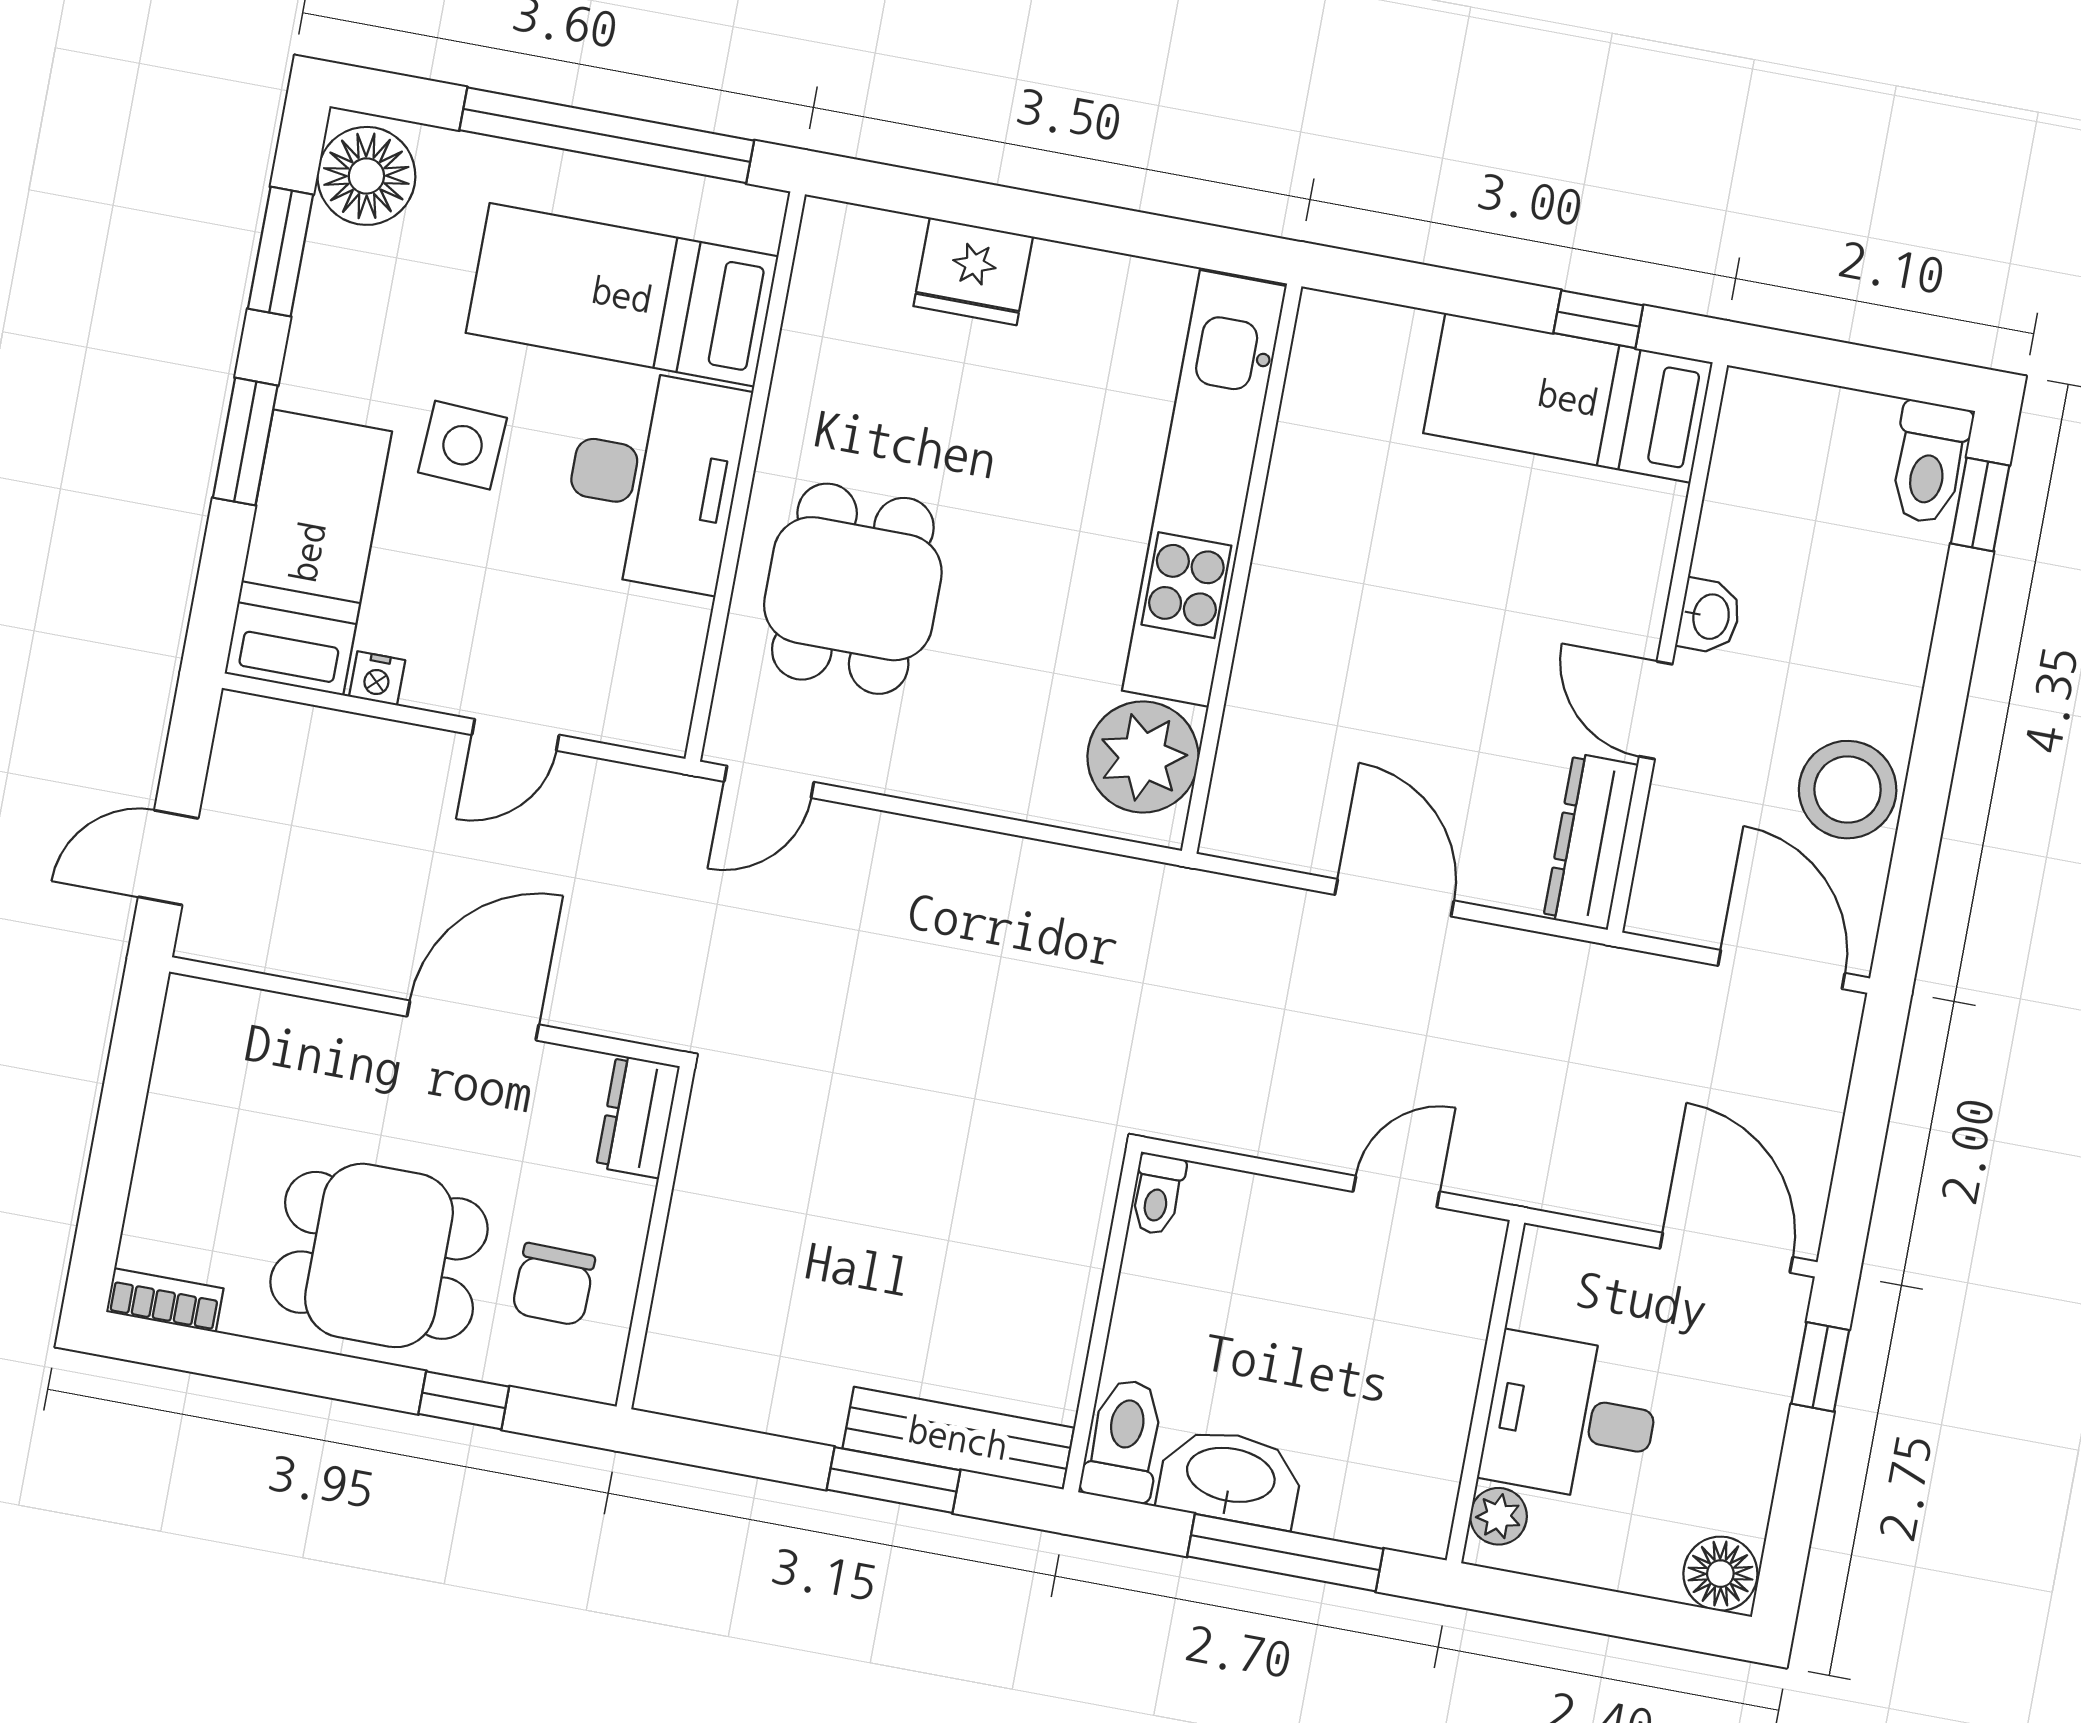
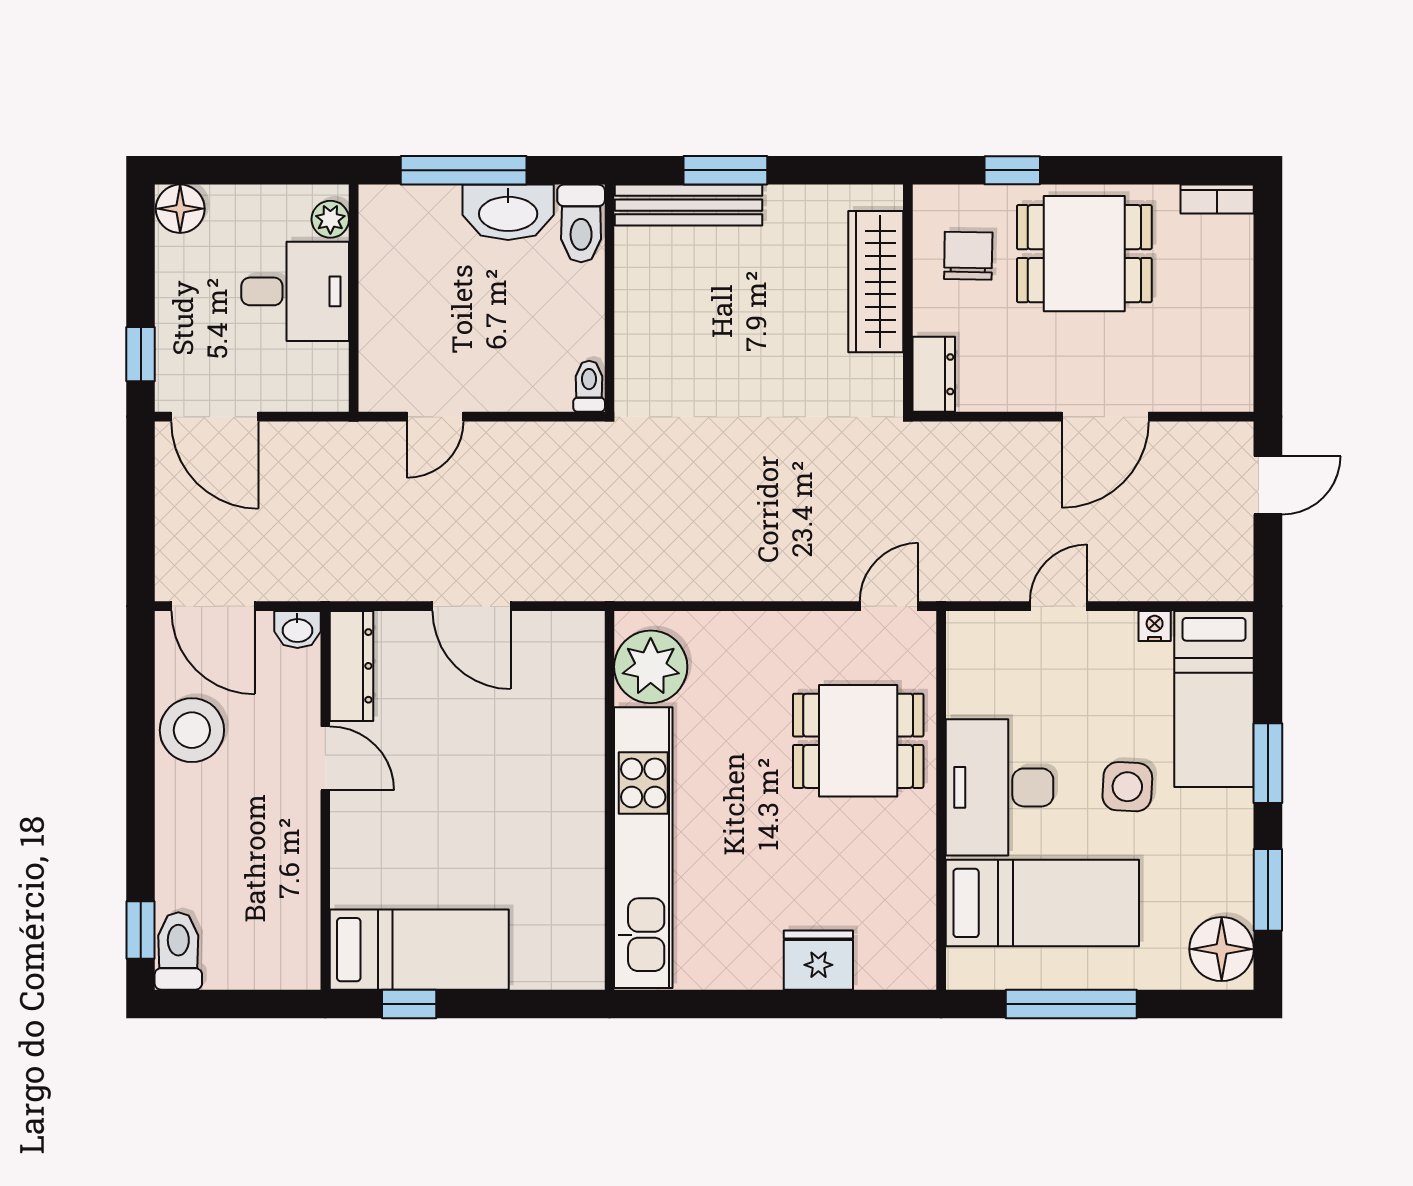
window: (607, 135) -> (1071, 1004), width x0.68
dining table: (853, 589) -> (858, 741), turned 90
washbasin: (1709, 616) -> (297, 629), moved, turned -90
door: (473, 1020) -> (1105, 417), moved
wardrobe: (699, 1272) -> (876, 282), added

